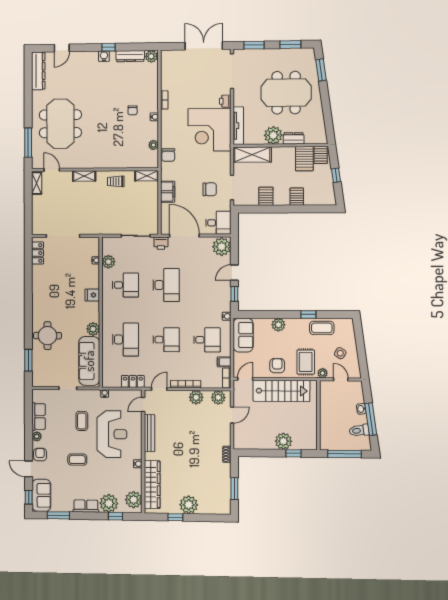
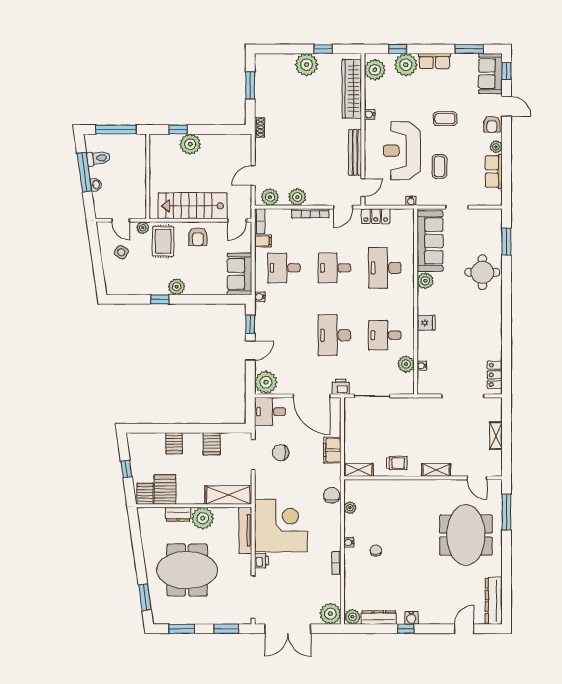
plant: (169, 59) -> (330, 614), added
shelving: (37, 183) -> (496, 436), moved
plant: (278, 325) -> (177, 287), moved
coffee table: (322, 328) -> (144, 283), removed

